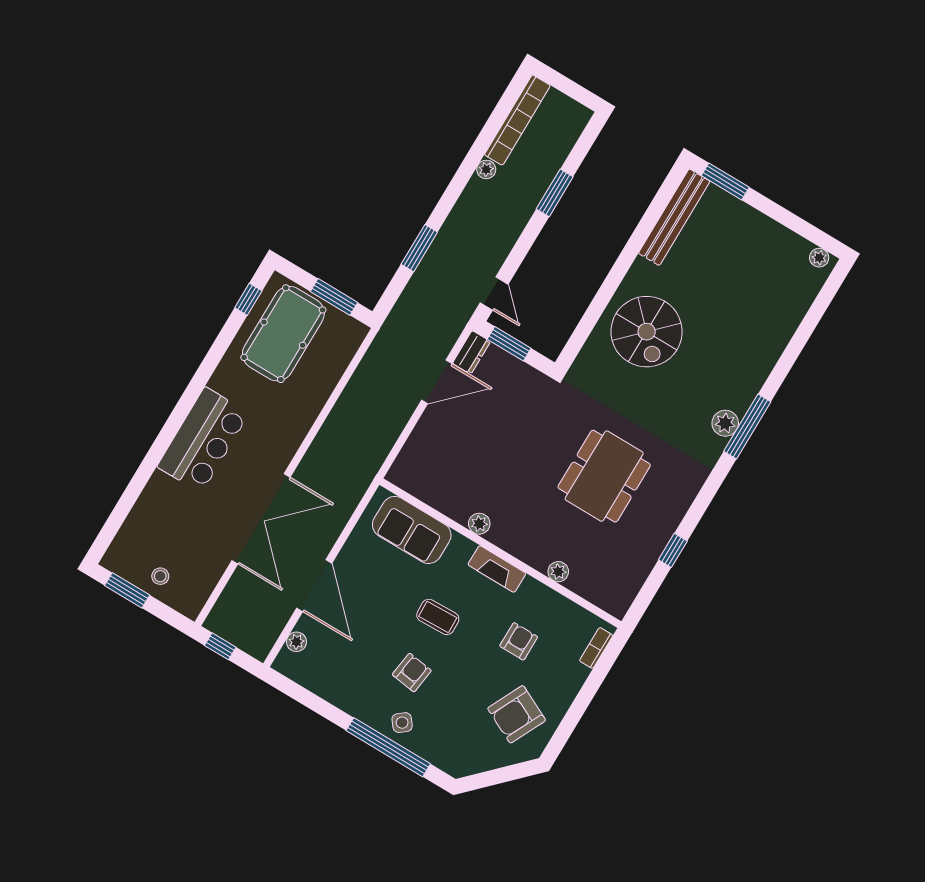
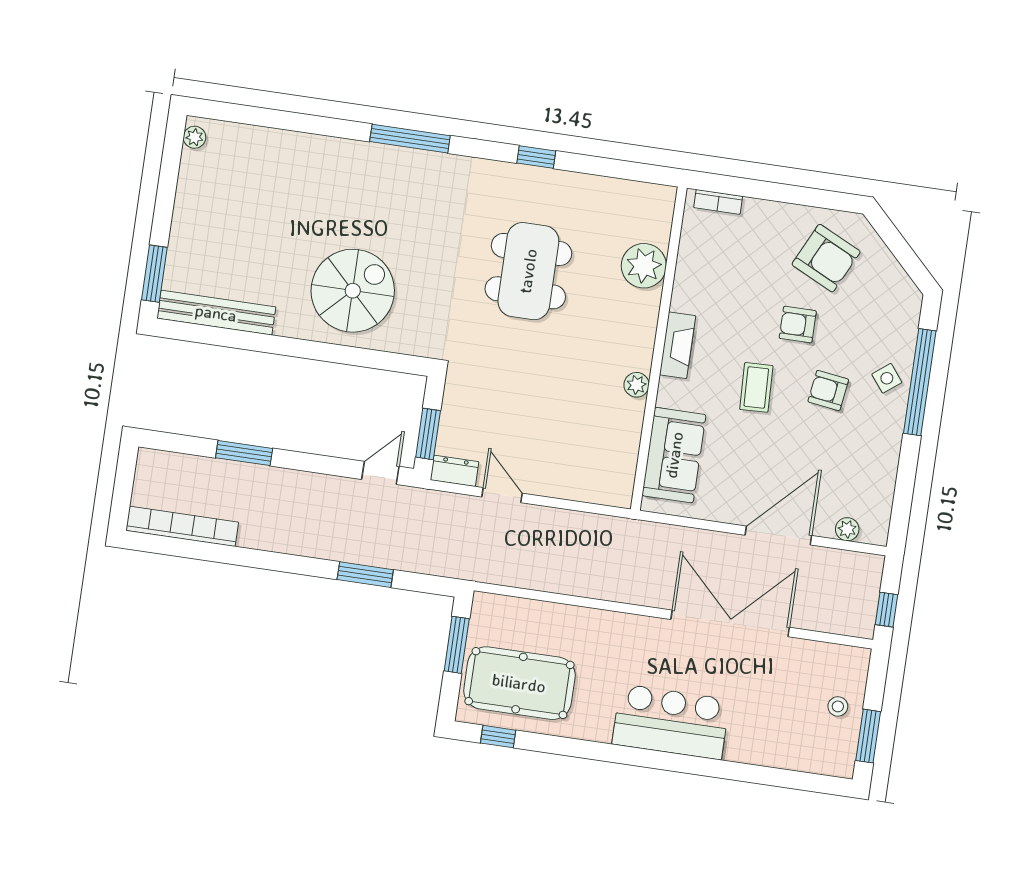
plant: (486, 169) -> (250, 538), removed
door: (437, 382) -> (502, 495), width x0.73
plant: (725, 423) -> (416, 164), removed
dining table: (604, 476) -> (528, 271), turned 90
window: (673, 550) -> (536, 157), moved
plant: (558, 572) -> (644, 266), width x1.87, depth x1.87
armchair: (519, 641) -> (798, 325), moved

